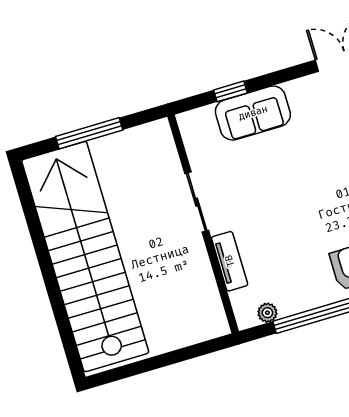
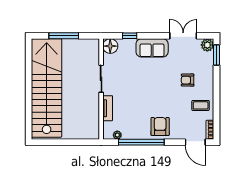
sofa: (253, 113) -> (152, 48), moved
floor lamp: (196, 126) -> (110, 46), added

